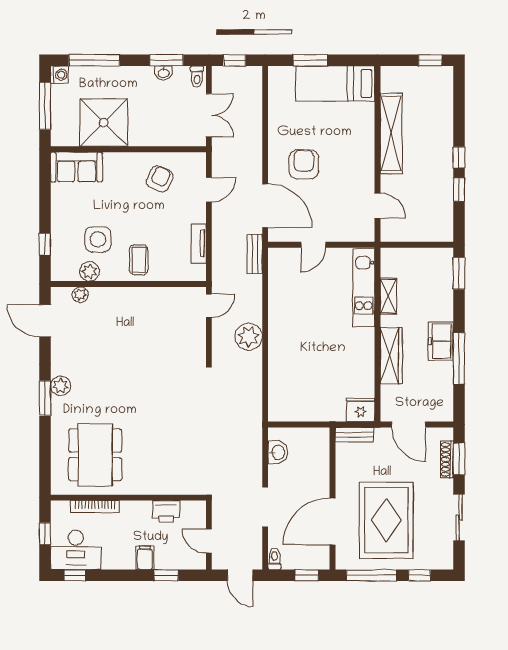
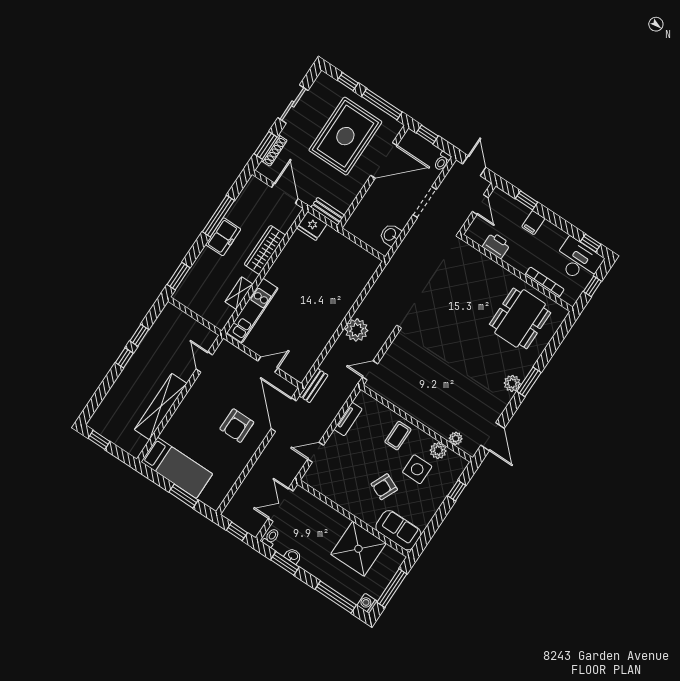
armchair: (160, 179) -> (384, 487), moved

